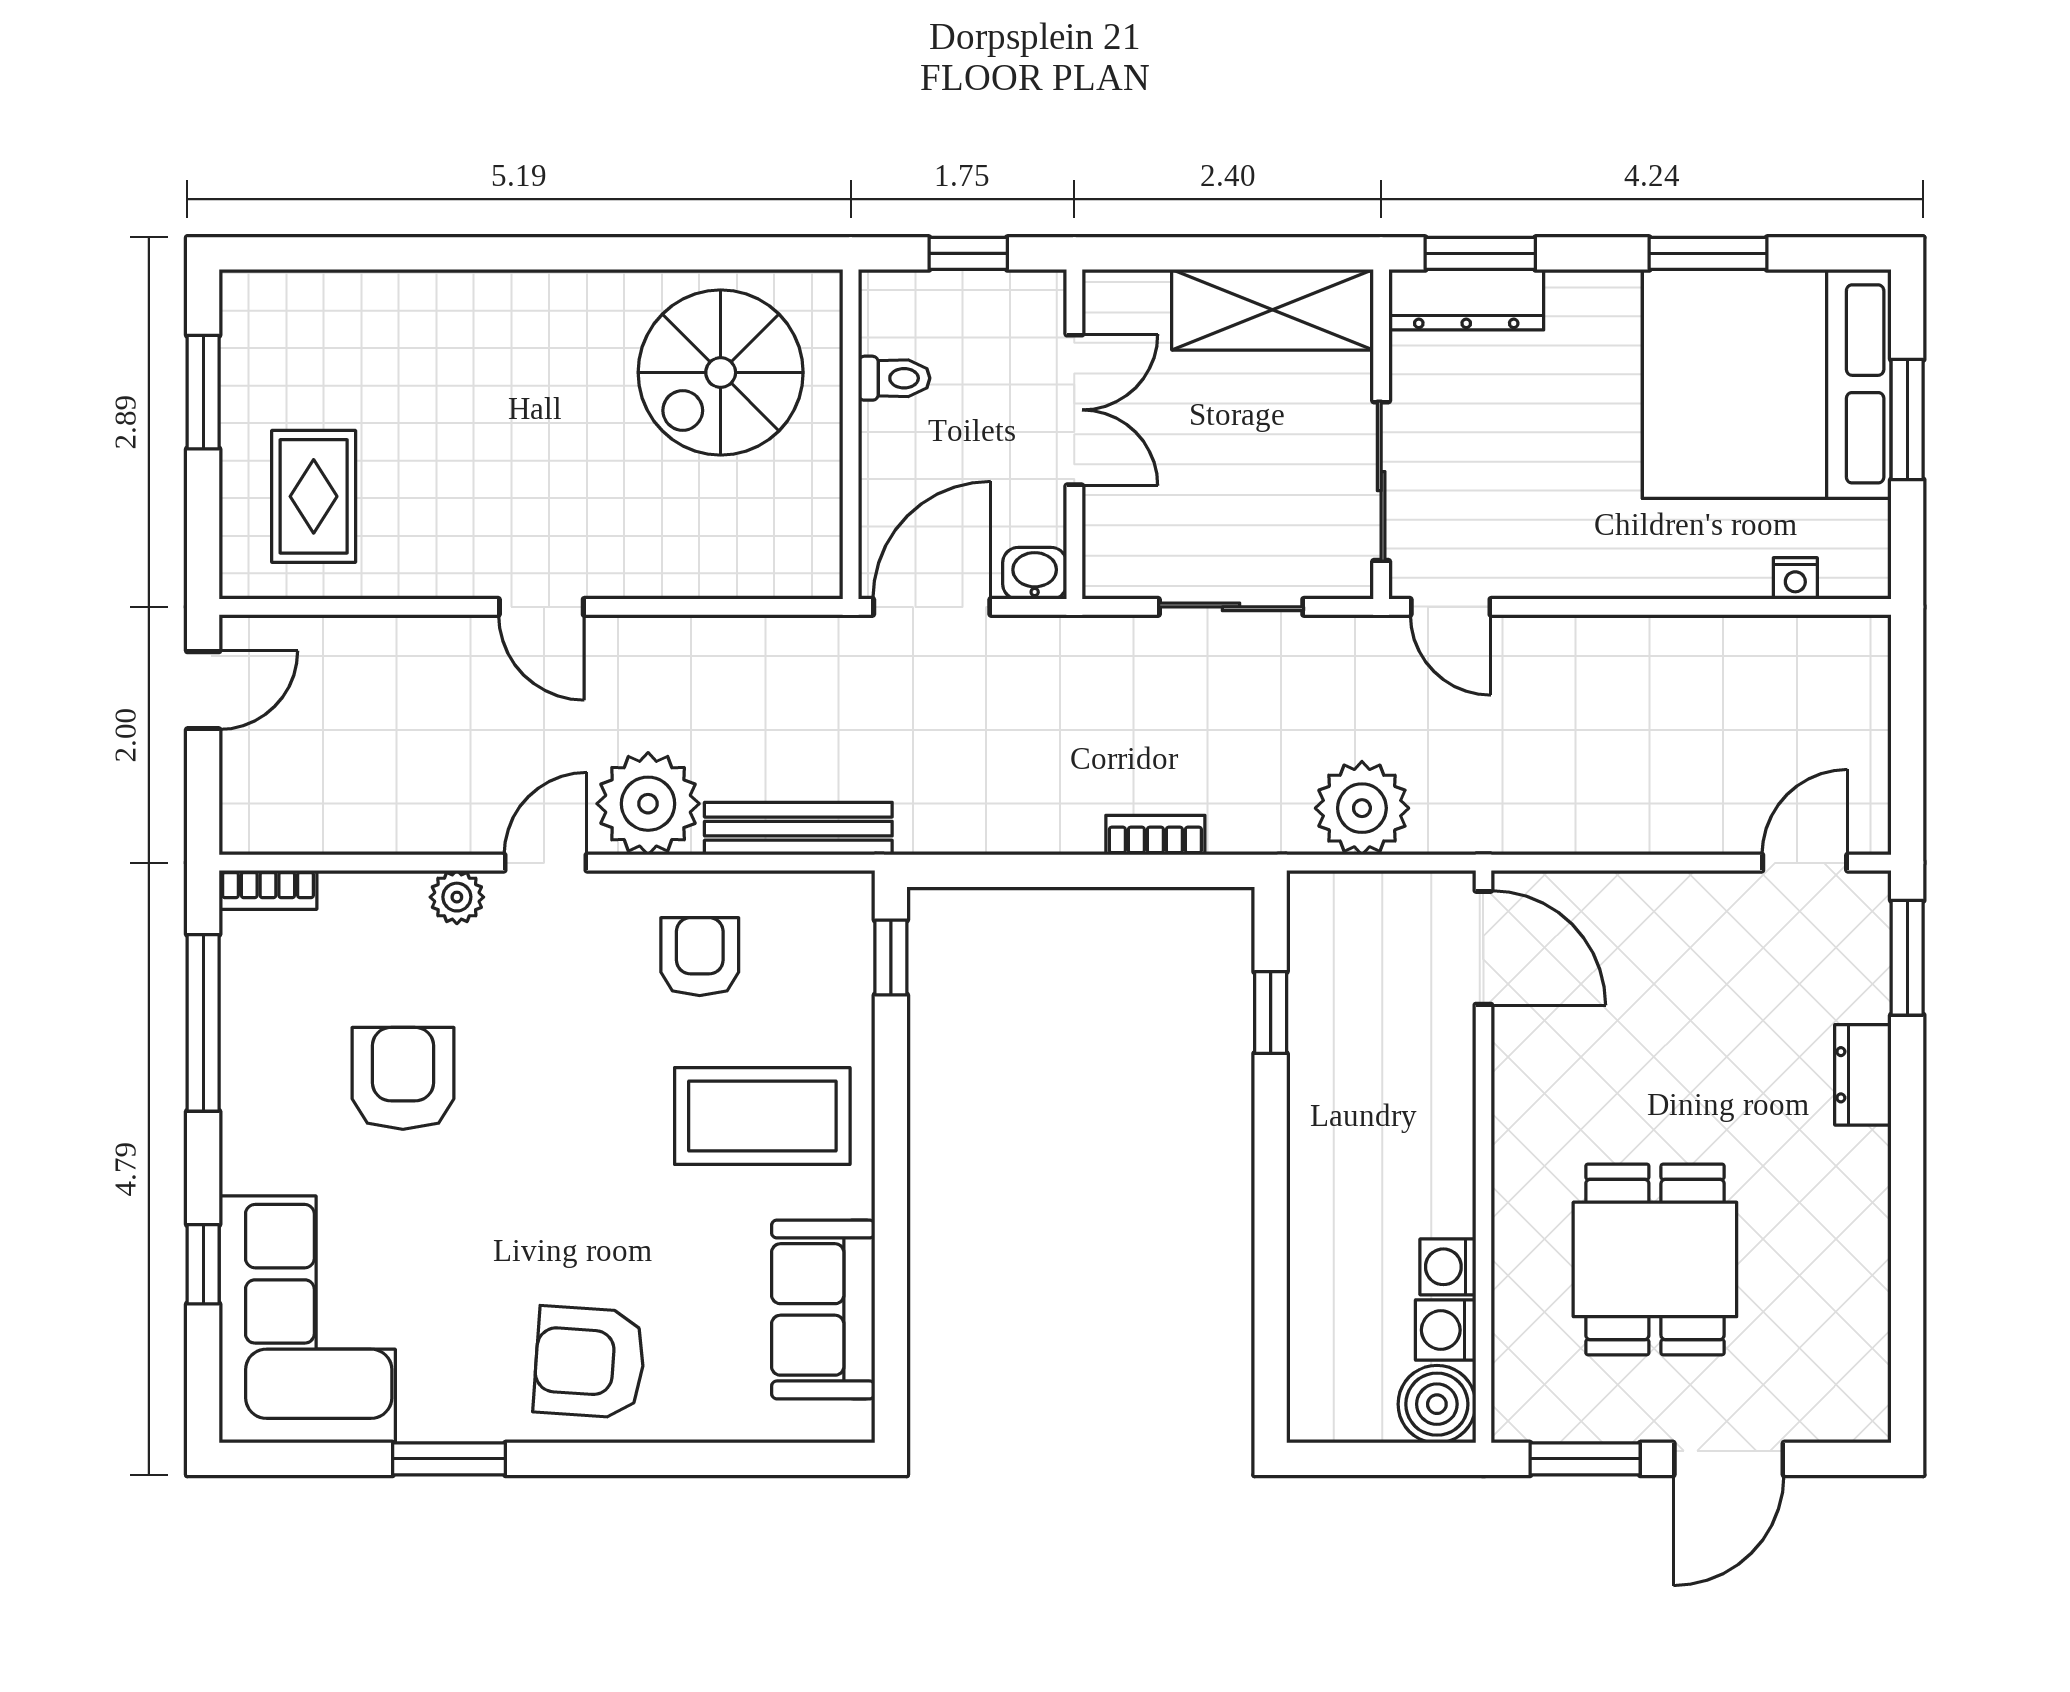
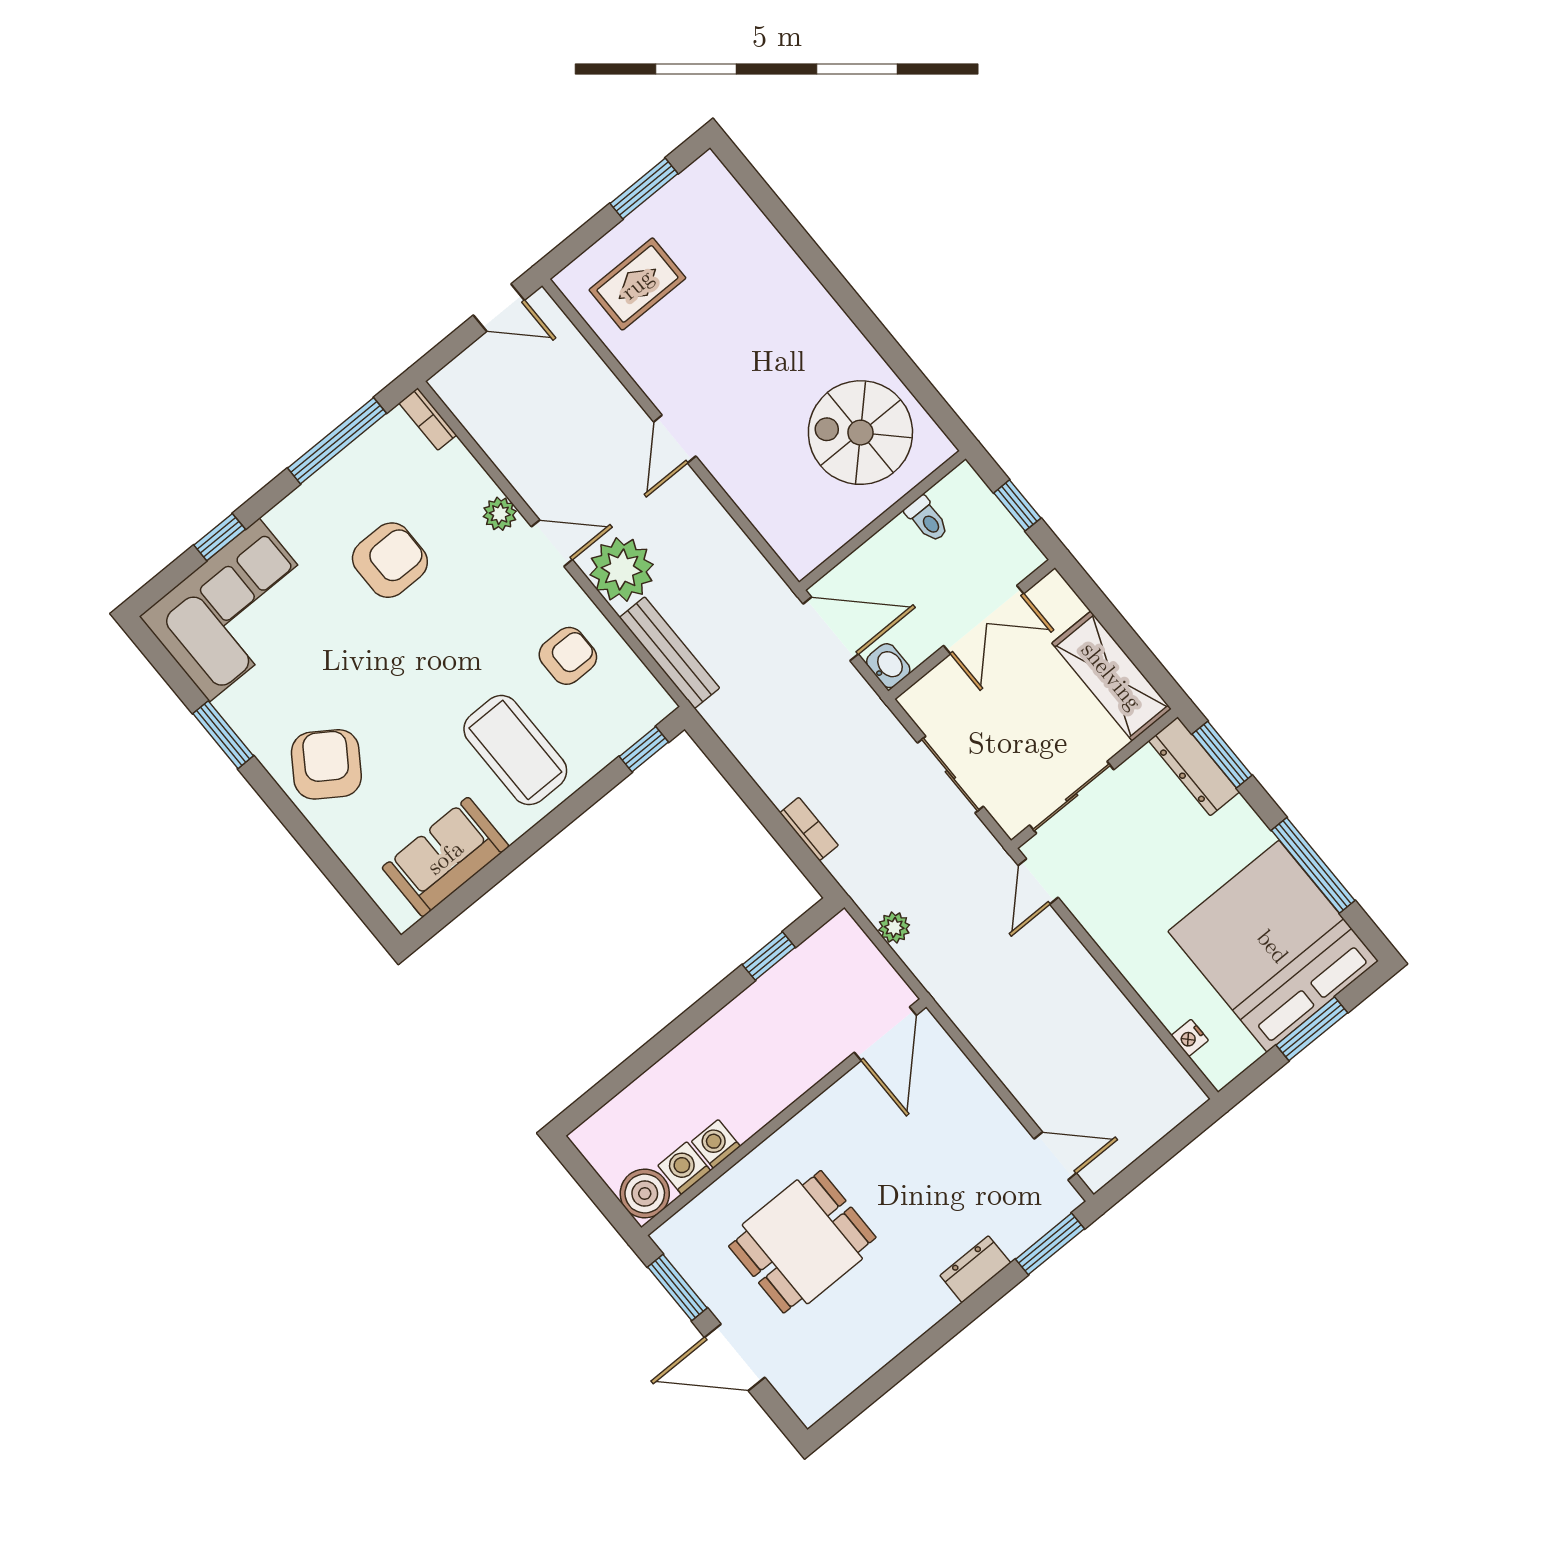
window: (1708, 253) -> (1313, 865), width x1.44
plant: (1362, 808) -> (894, 927), width x0.53, depth x0.53
armchair: (590, 1362) -> (326, 764), turned 30

